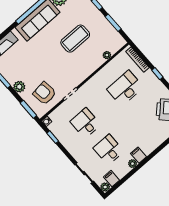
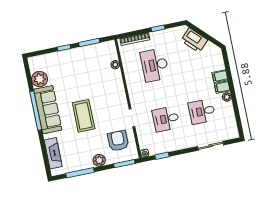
coffee table: (75, 39) -> (84, 116), moved
armchair: (45, 93) -> (118, 141), turned 97
filing cabinet: (112, 179) -> (220, 76), moved
plant: (105, 187) -> (234, 134), removed

